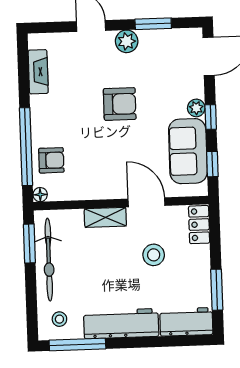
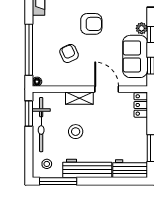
armchair: (51, 160) -> (69, 53), moved, turned -115
stool: (154, 255) -> (76, 132), moved

